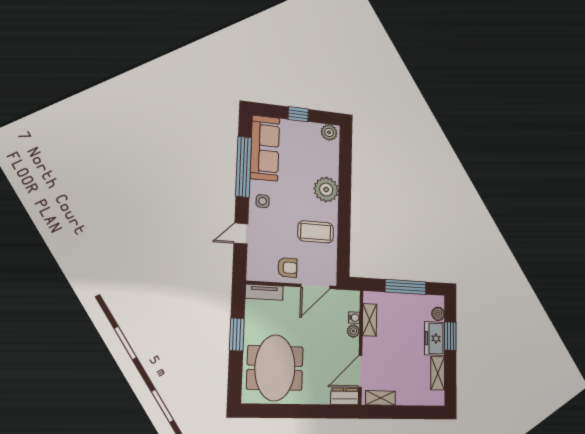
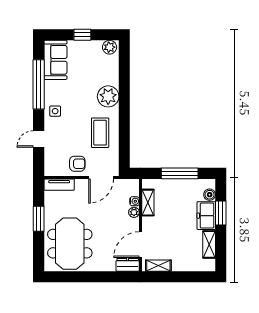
sofa: (265, 148) -> (55, 60), width x0.73
coffee table: (316, 232) -> (100, 133), turned 90

